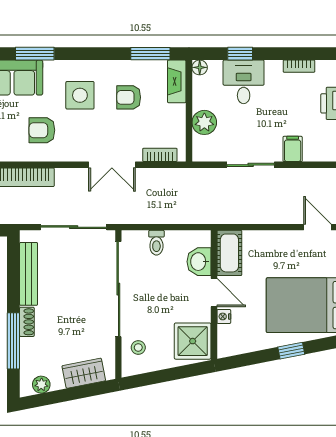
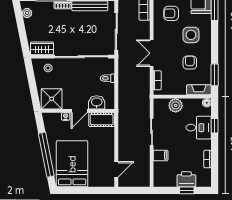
armchair: (42, 130) -> (171, 13), turned -90
window: (291, 351) -> (46, 155), width x3.17
wardrobe: (84, 373) -> (42, 48), moved, turned -79

